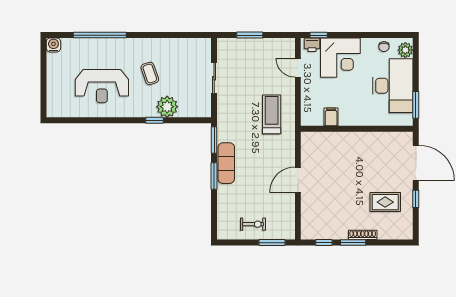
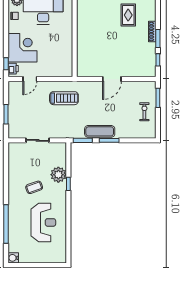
treadmill: (272, 114) -> (64, 98), turned 180
filing cabinet: (331, 117) -> (66, 55), removed
door: (298, 180) -> (112, 79), hinge flipped

